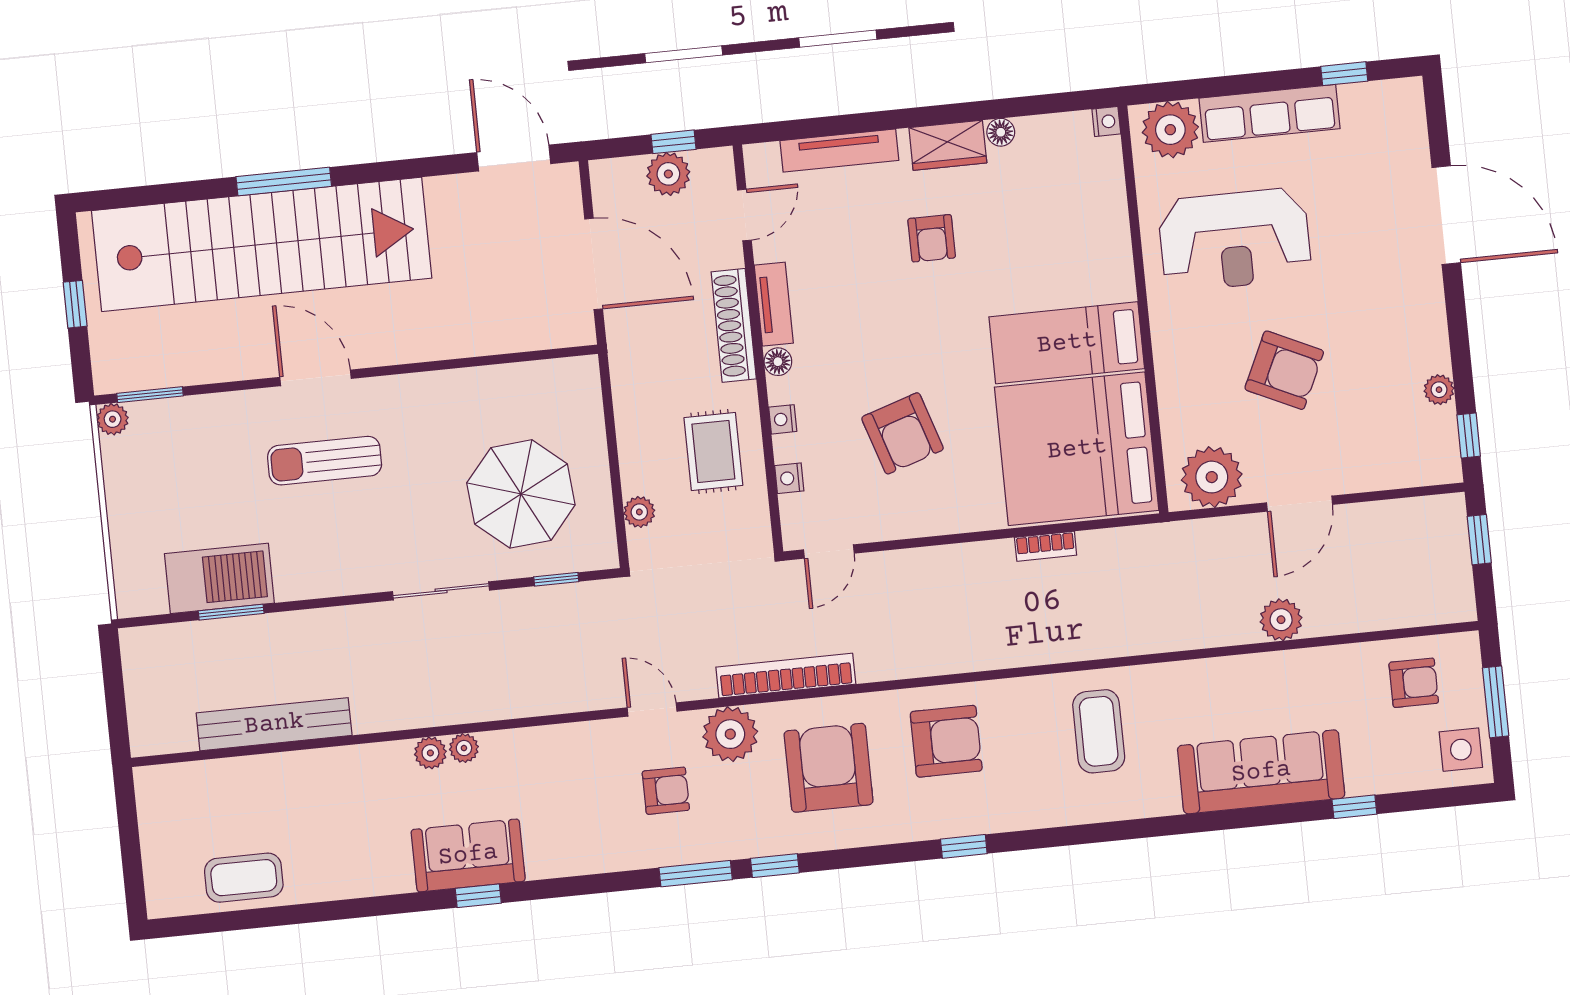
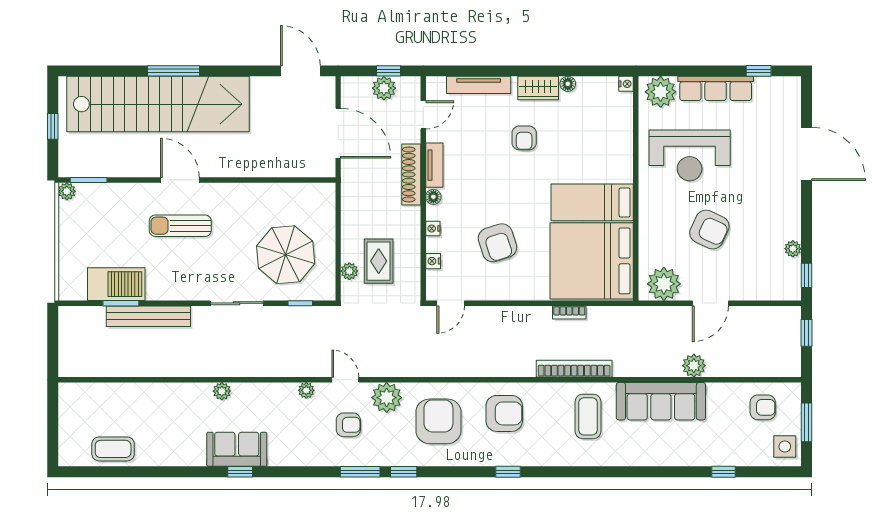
rug: (713, 452) -> (379, 261), moved
bookcase: (786, 676) -> (574, 369), moved
bench: (274, 724) -> (148, 316), moved
plant: (464, 748) -> (306, 390), moved
sofa: (1261, 772) -> (661, 401), moved, turned 180

